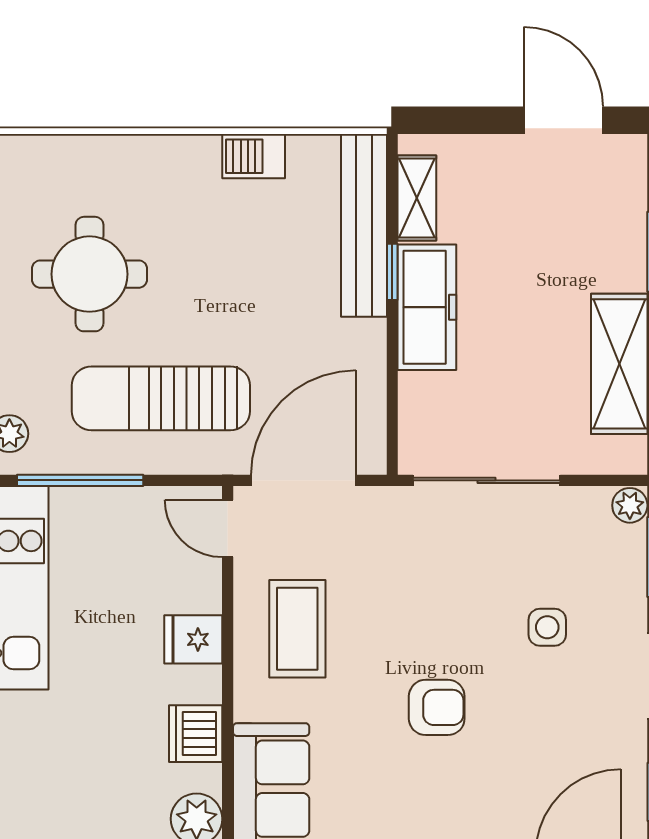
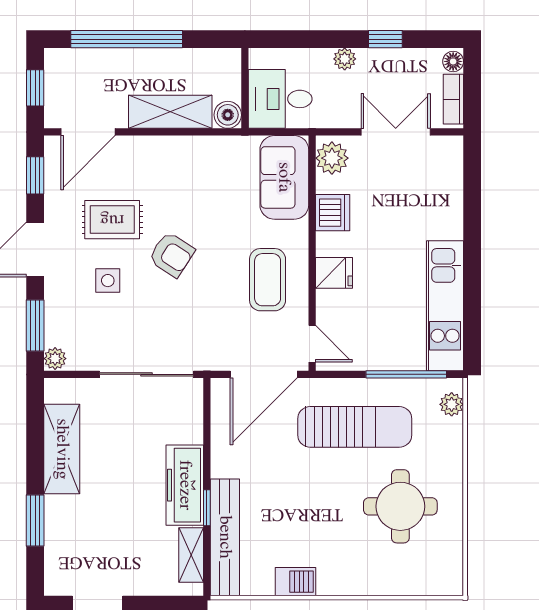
armchair: (437, 707) -> (172, 255), moved, turned -147
rug: (540, 723) -> (112, 220), added

